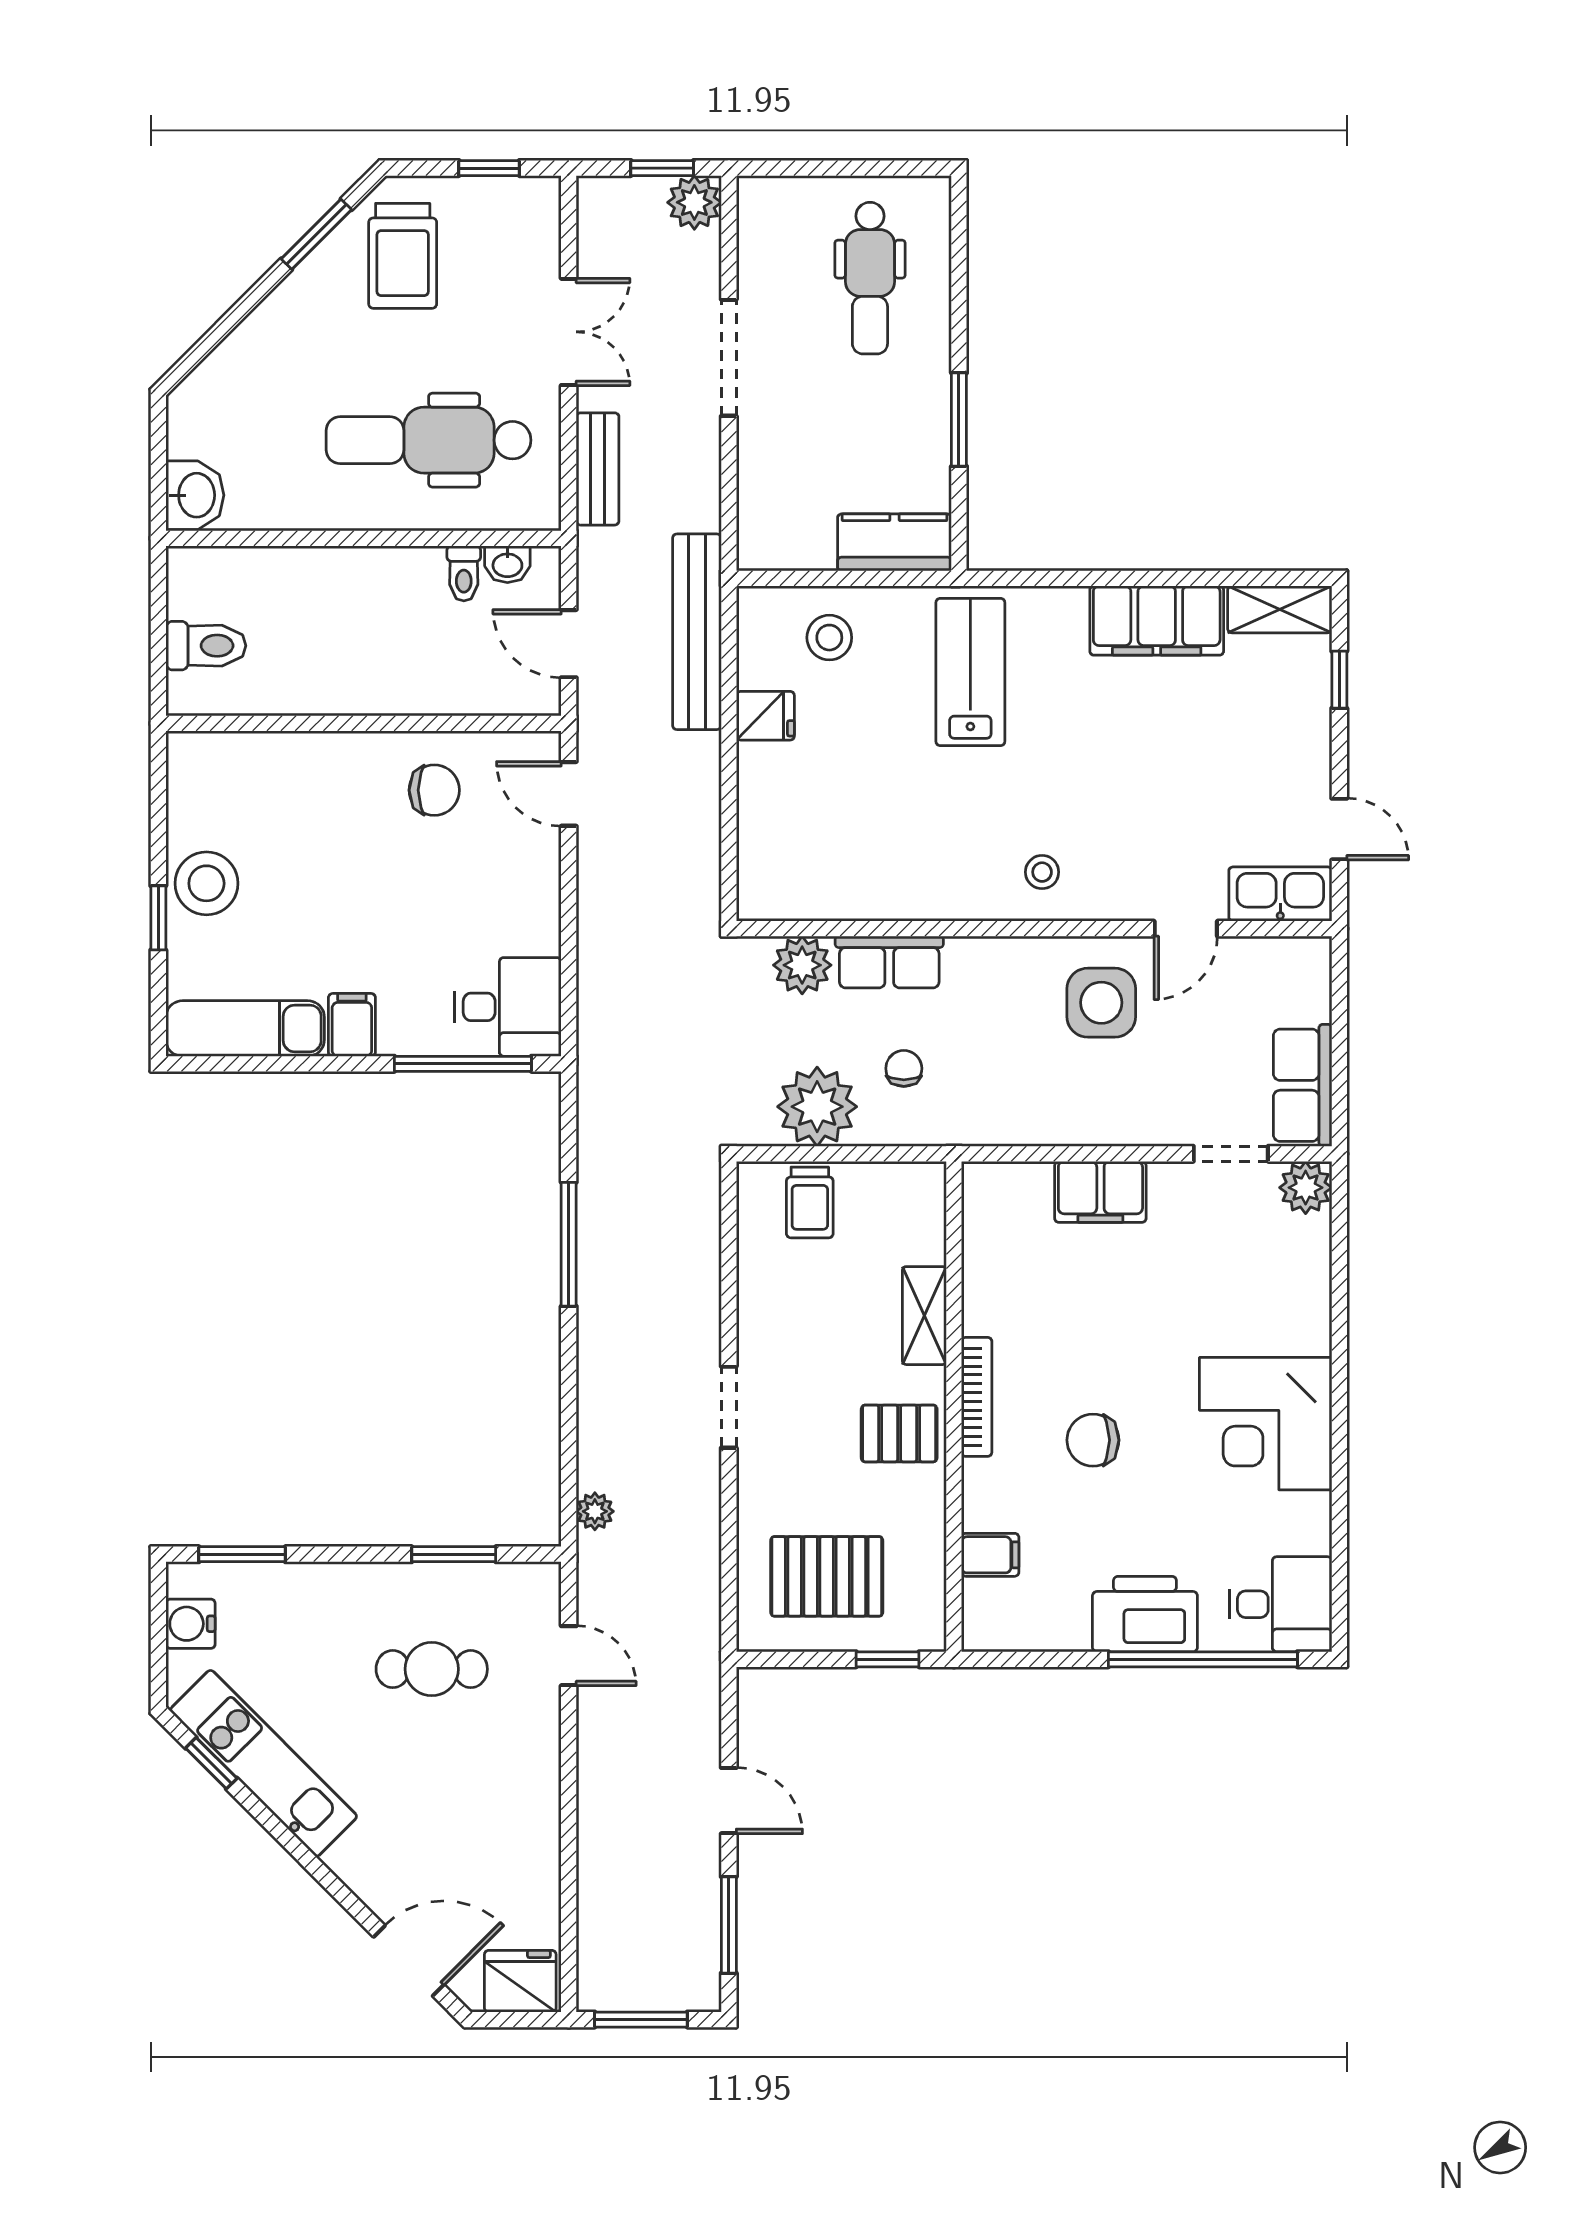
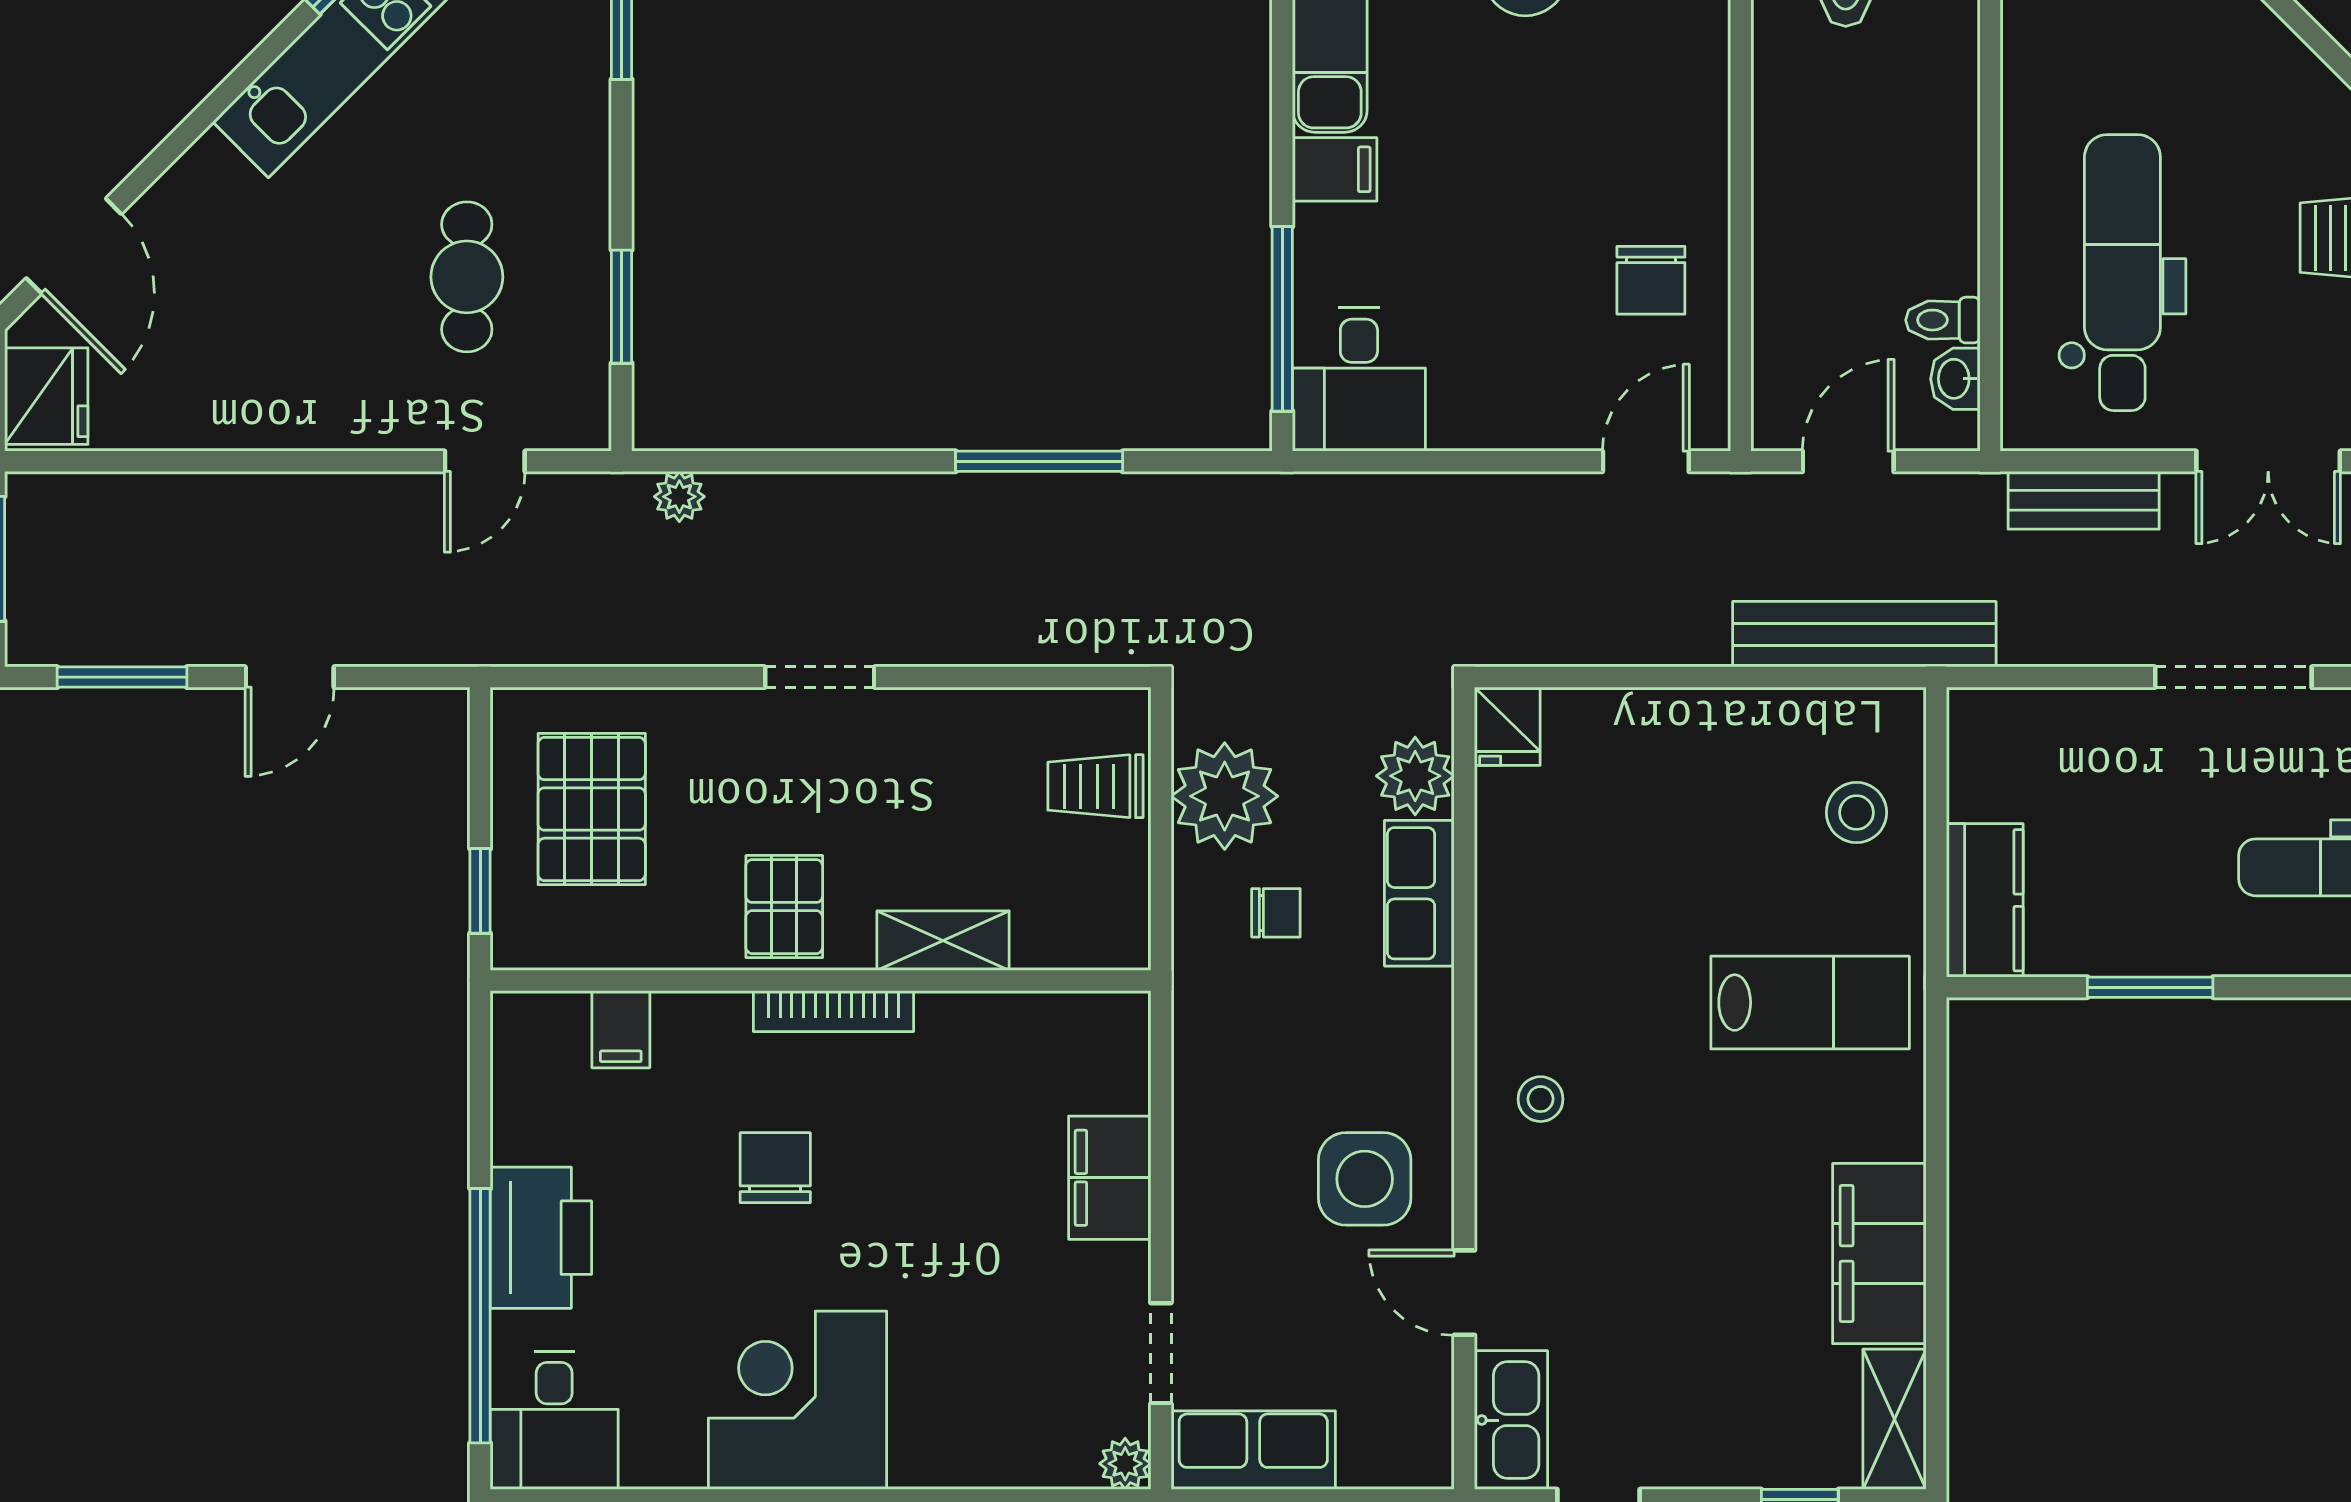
fridge: (765, 716) -> (1507, 726), moved
plant: (1306, 1188) -> (1125, 1464), width x0.73, depth x0.73

